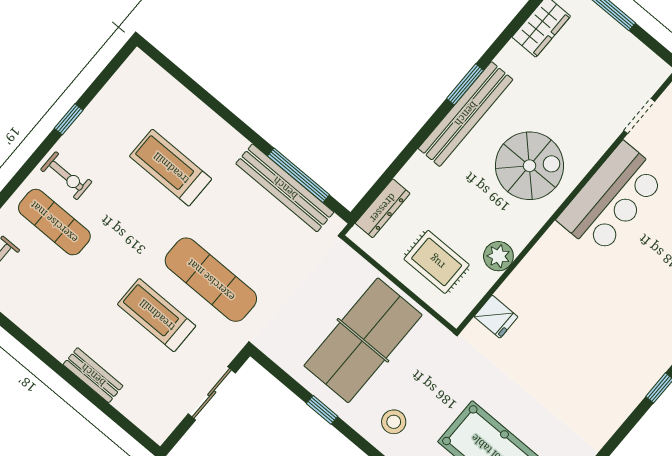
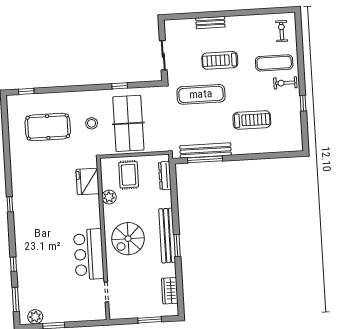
rug: (437, 262) -> (129, 175), turned 90
treadmill: (157, 315) -> (220, 60), moved, turned 180
fridge: (496, 317) -> (88, 182), width x1.88, depth x1.34
stool: (394, 422) -> (92, 123), moved

